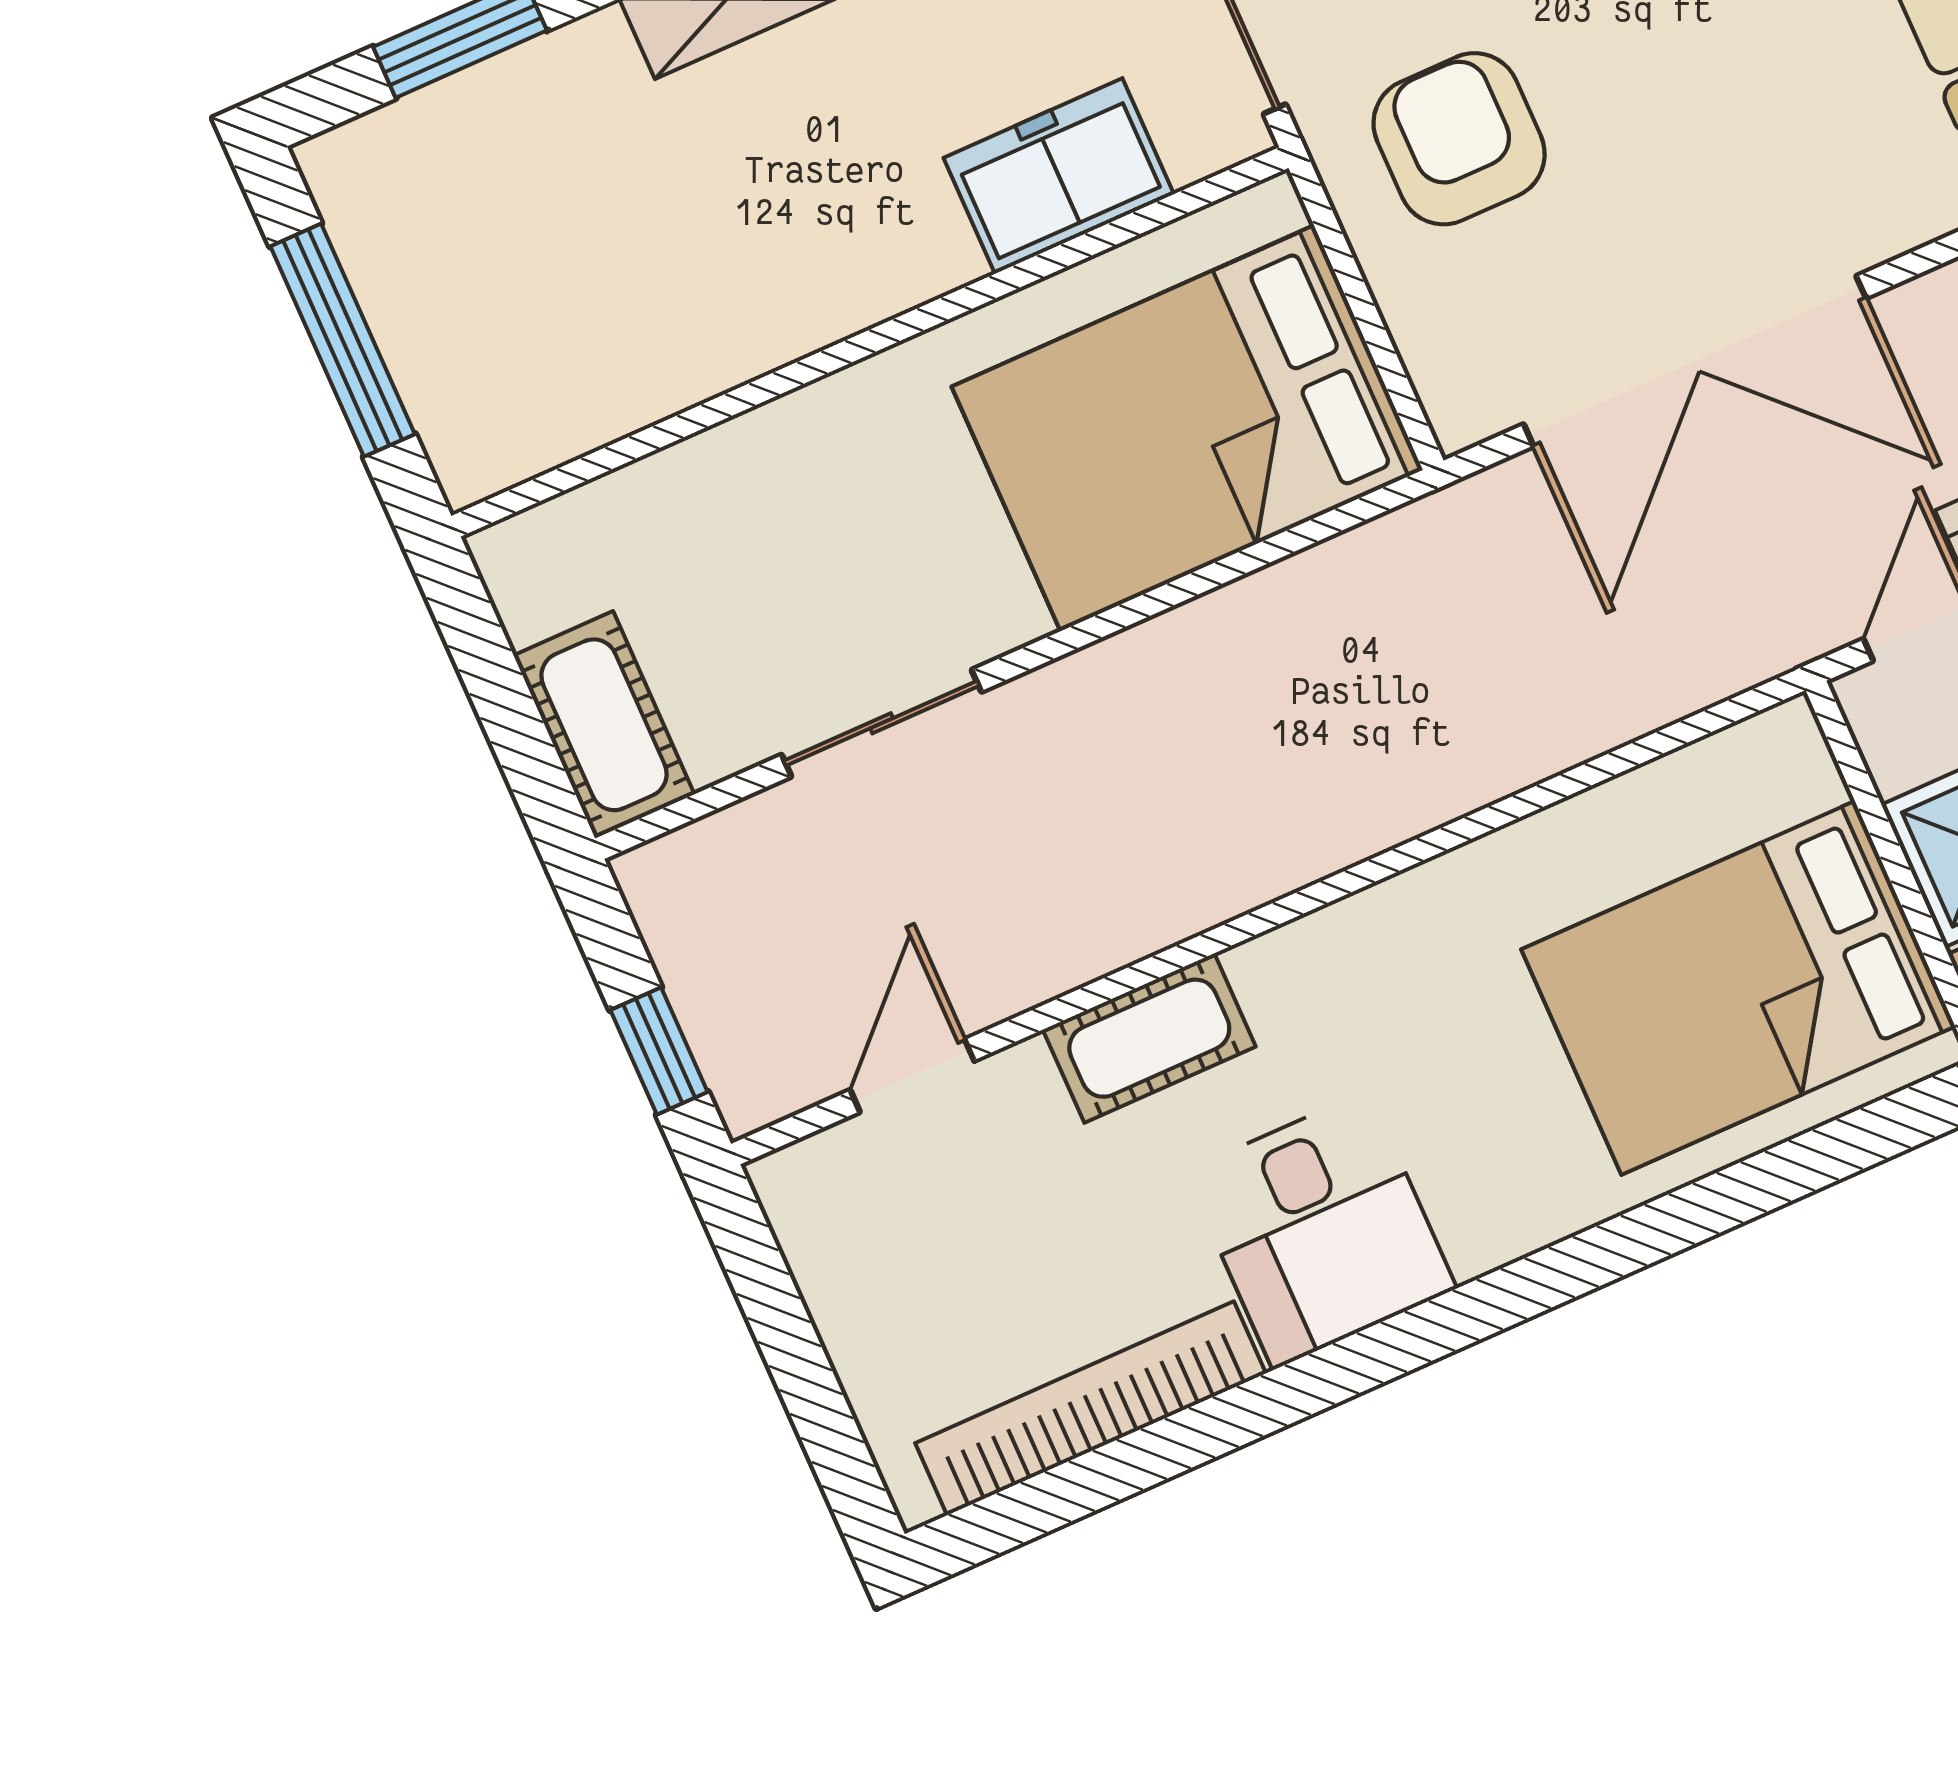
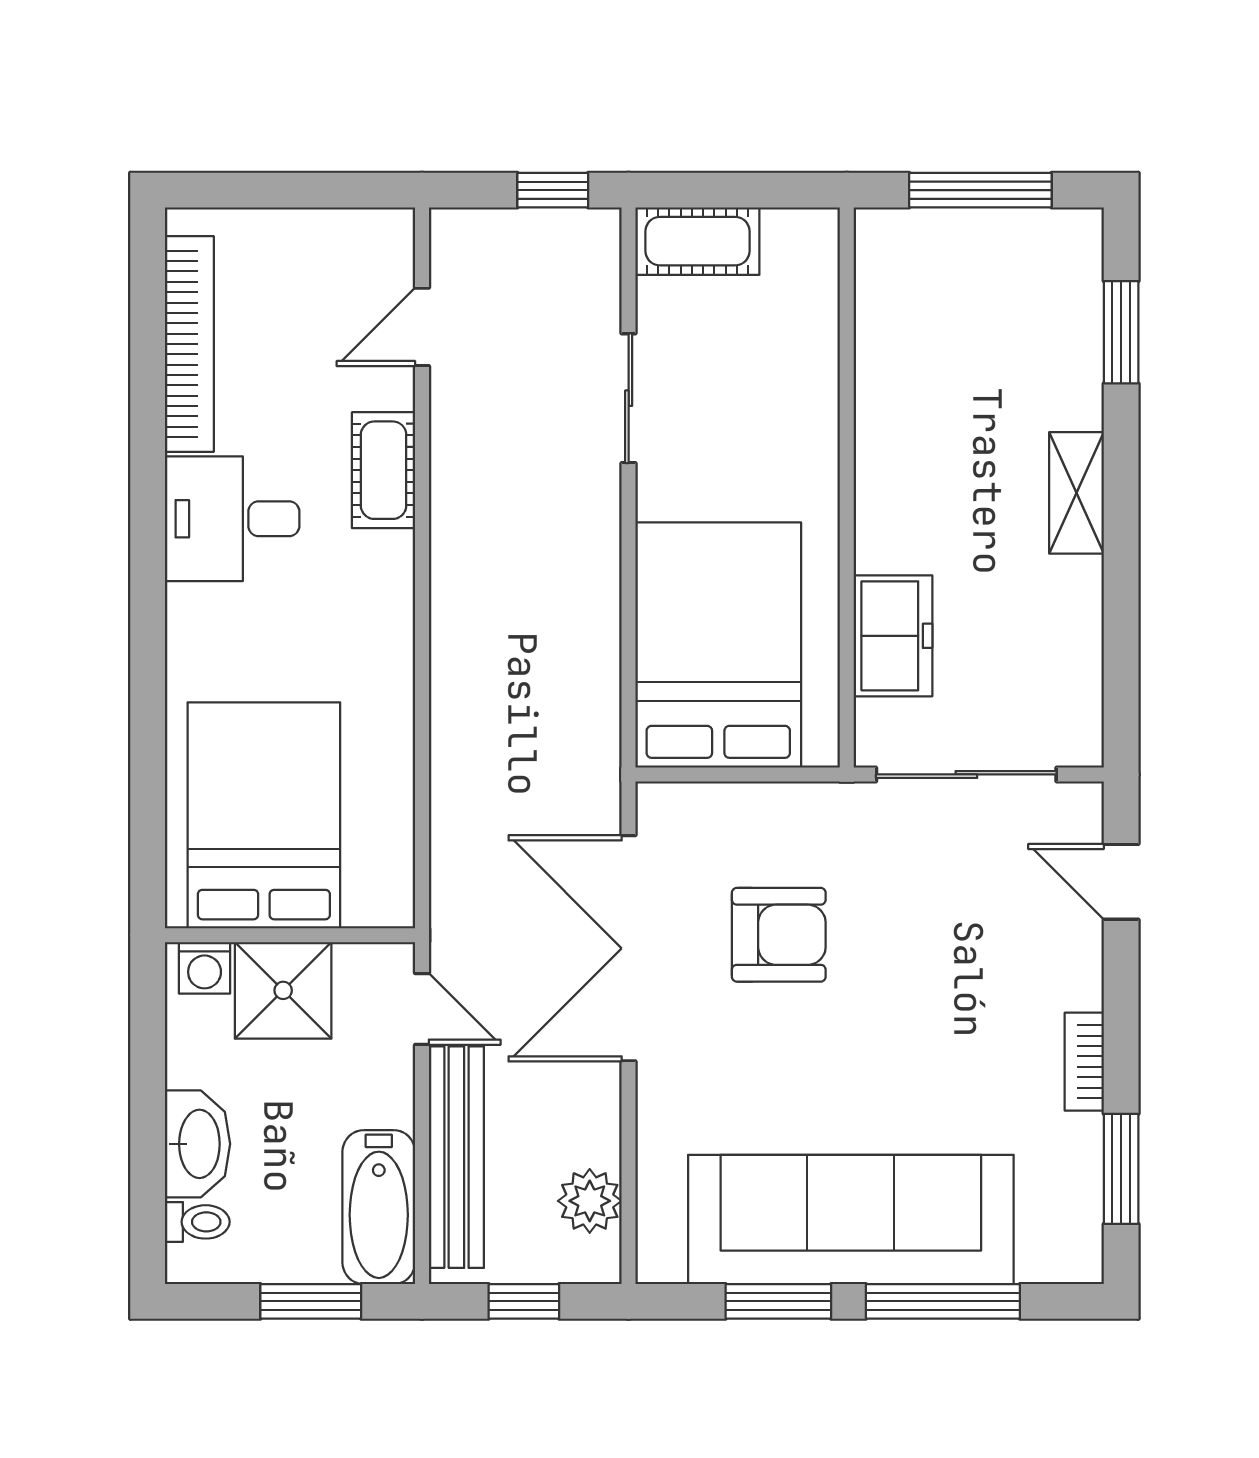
armchair: (1459, 139) -> (779, 935), moved
window: (659, 1051) -> (553, 190), moved
door: (912, 1076) -> (422, 327), swing flipped

